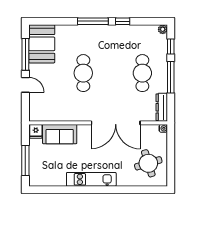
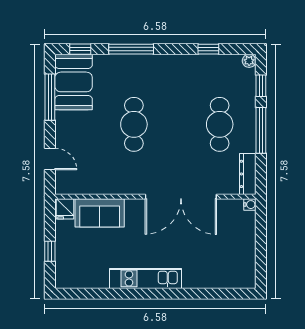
window: (46, 21) -> (80, 49), added
window: (93, 21) -> (131, 49), moved
window: (123, 21) -> (208, 49), moved
door: (25, 85) -> (50, 159), moved
window: (25, 161) -> (50, 251), width x0.46
round table: (148, 163) -> (228, 255), removed

